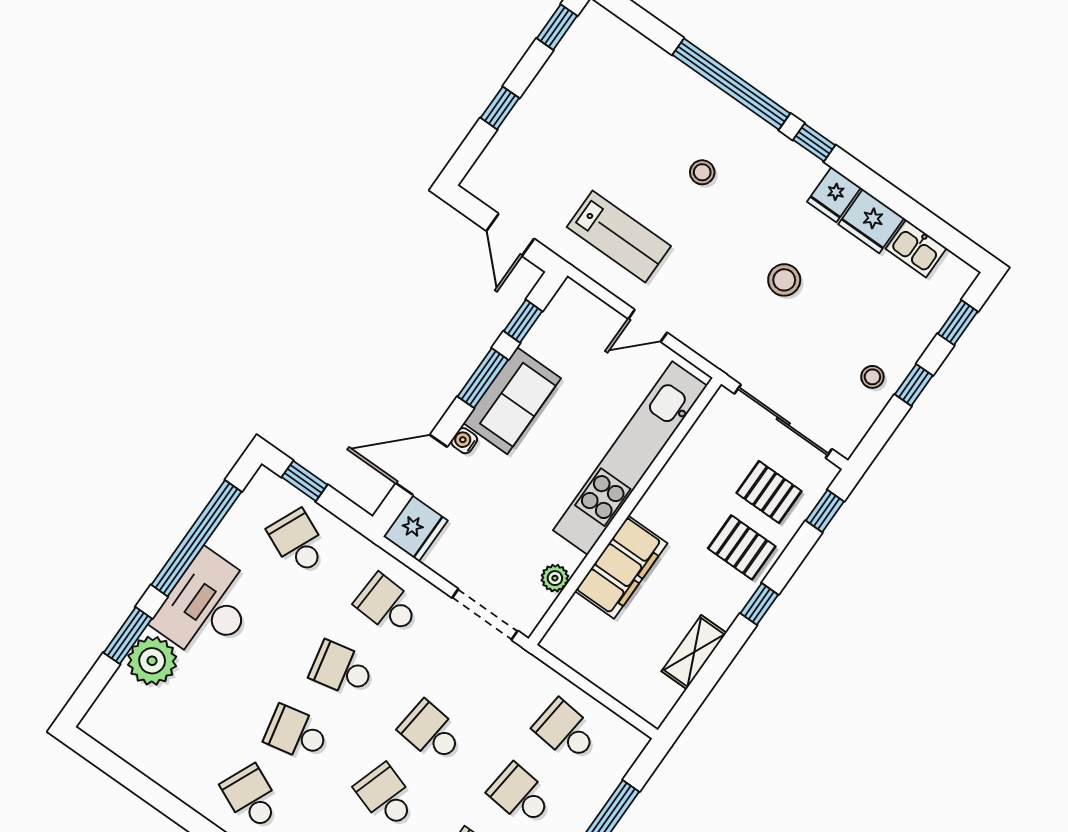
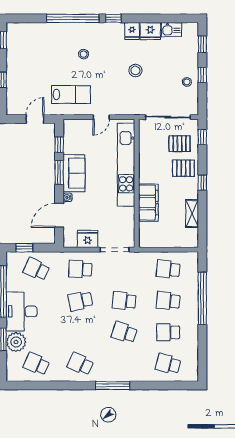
door: (510, 235) -> (35, 119), swing flipped
fridge: (415, 528) -> (88, 239), moved, turned -90
plant: (555, 578) -> (129, 222), removed
school desk: (297, 733) -> (36, 364), moved, turned 36

